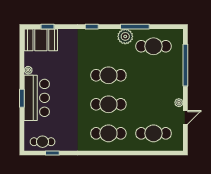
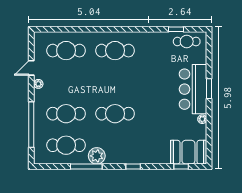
cafe table: (108, 104) -> (66, 114), moved

